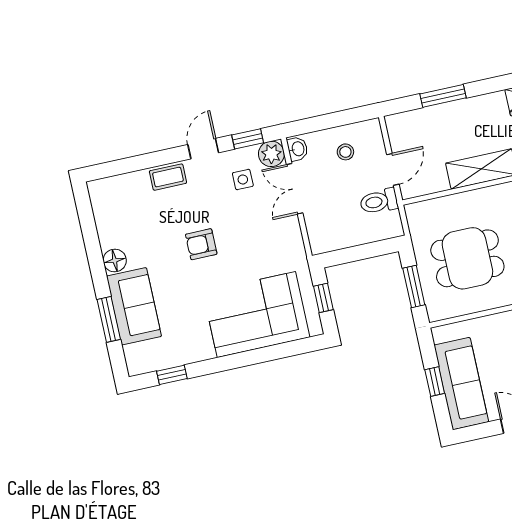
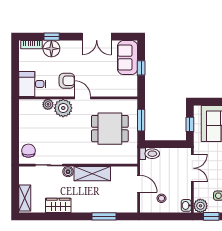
door: (393, 169) -> (139, 184), swing flipped
double door: (295, 189) -> (192, 168), moved
toilet: (379, 201) -> (150, 154), moved
sofa: (461, 384) -> (128, 58), width x0.73

